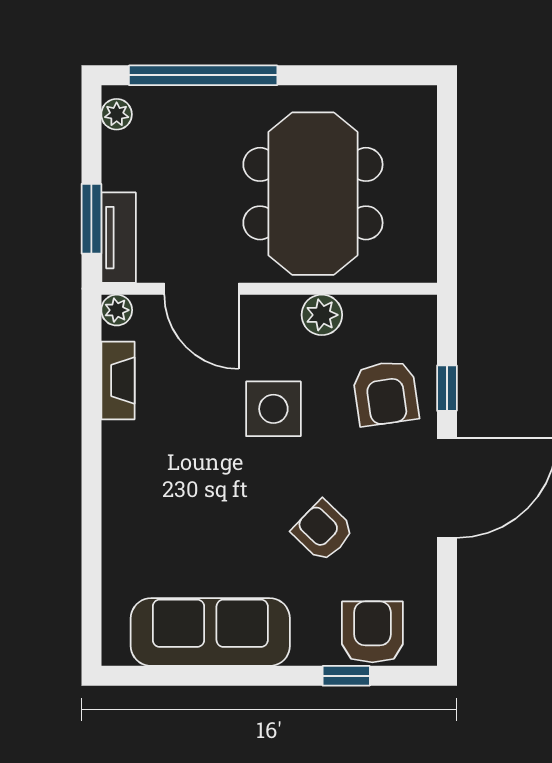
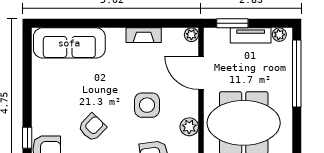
tv unit: (119, 238) -> (251, 35), moved
door: (201, 289) -> (201, 73), hinge flipped
fireplace: (118, 381) -> (144, 35), moved
sofa: (210, 632) -> (69, 43), moved, turned 90

